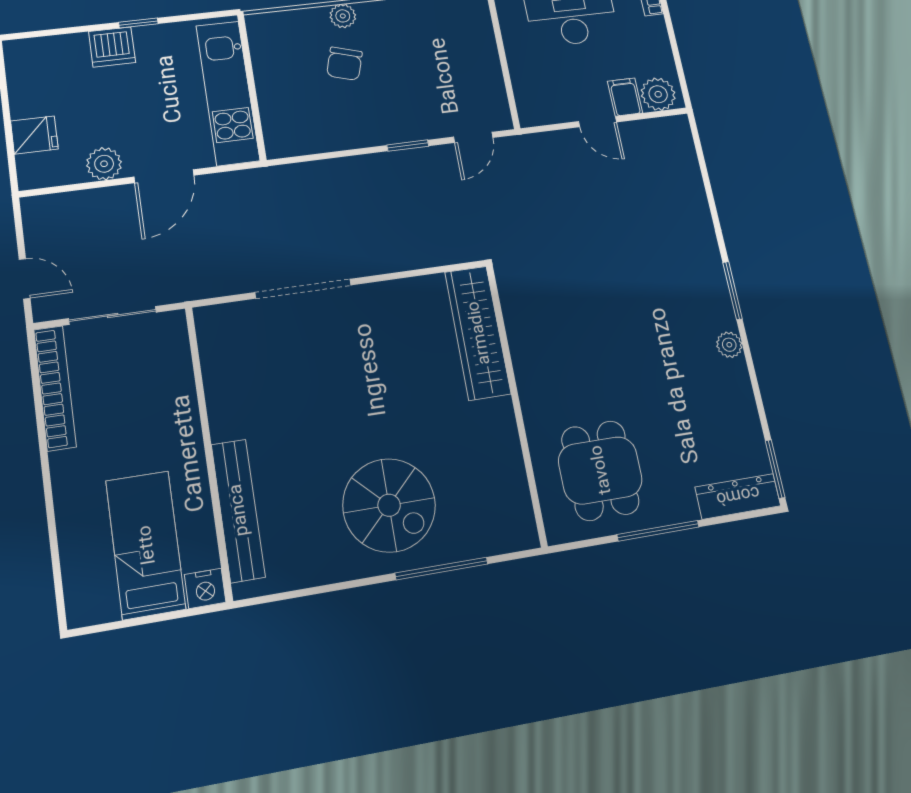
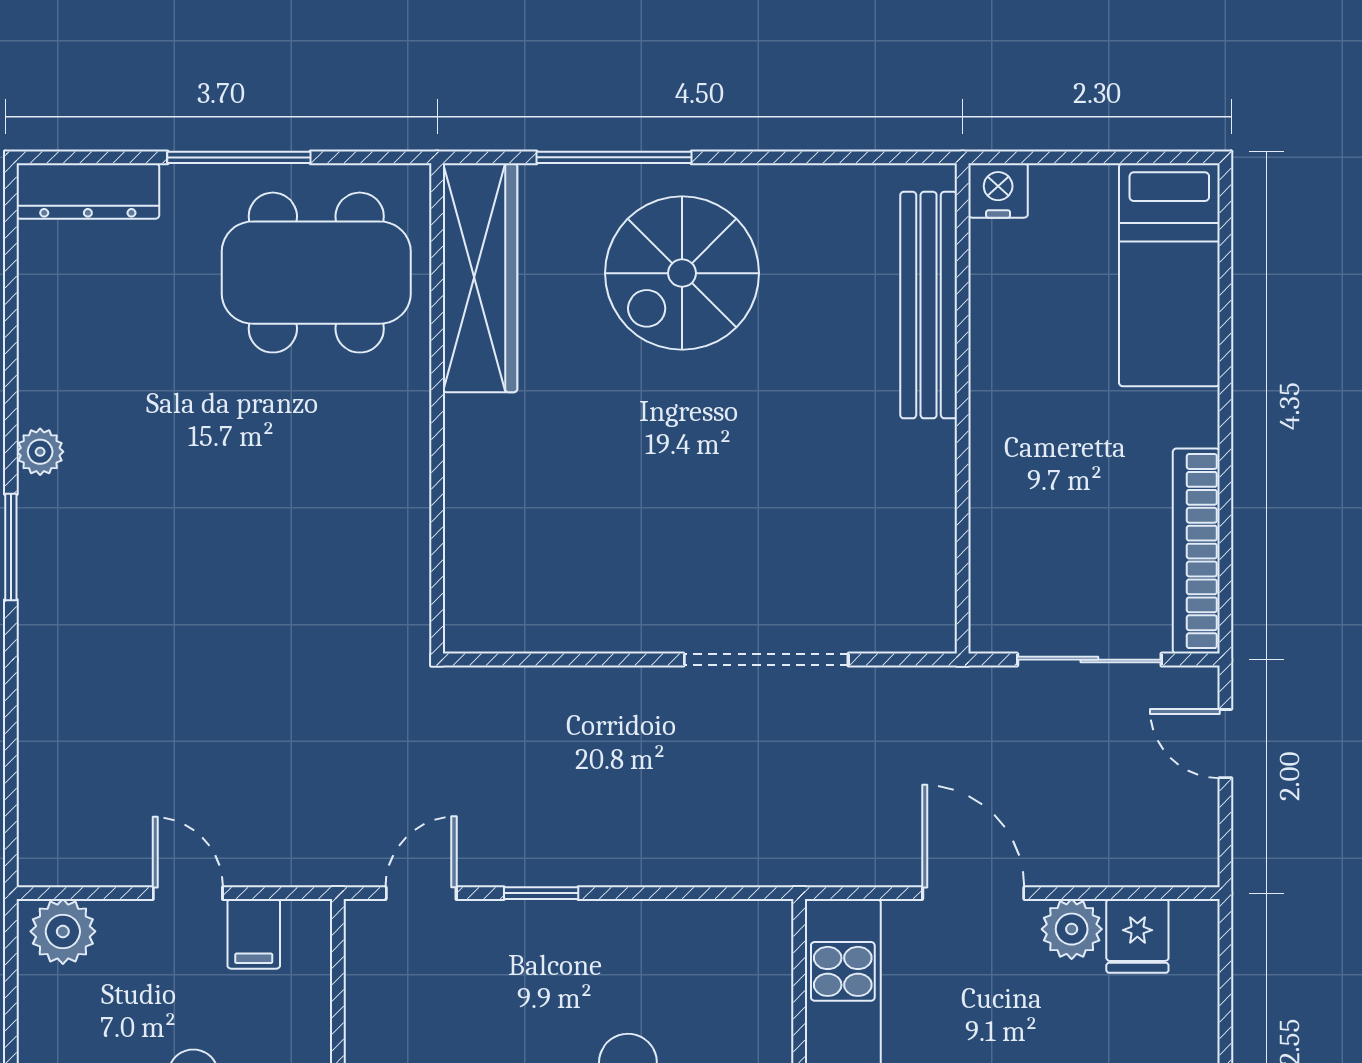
filing cabinet: (625, 97) -> (254, 934), moved
fridge: (34, 135) -> (1137, 936), moved, turned -90
door: (164, 176) -> (973, 893), hinge flipped
wardrobe: (478, 333) -> (480, 278), moved
window: (775, 469) -> (11, 226), removed
dining table: (600, 470) -> (316, 273), width x1.37
spiral stairs: (389, 505) -> (682, 273), turned -90
bed: (146, 545) -> (1169, 275), moved

